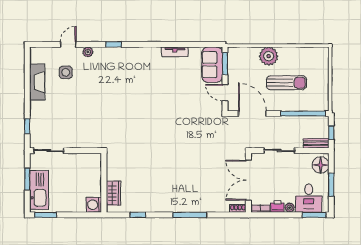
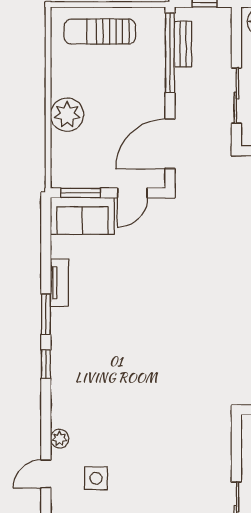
door: (68, 44) -> (46, 474), hinge flipped
window: (114, 44) -> (46, 364), moved
window: (157, 44) -> (46, 314), added
sun lounger: (286, 83) -> (100, 32), moved, turned -90
bench: (316, 143) -> (183, 44), moved

